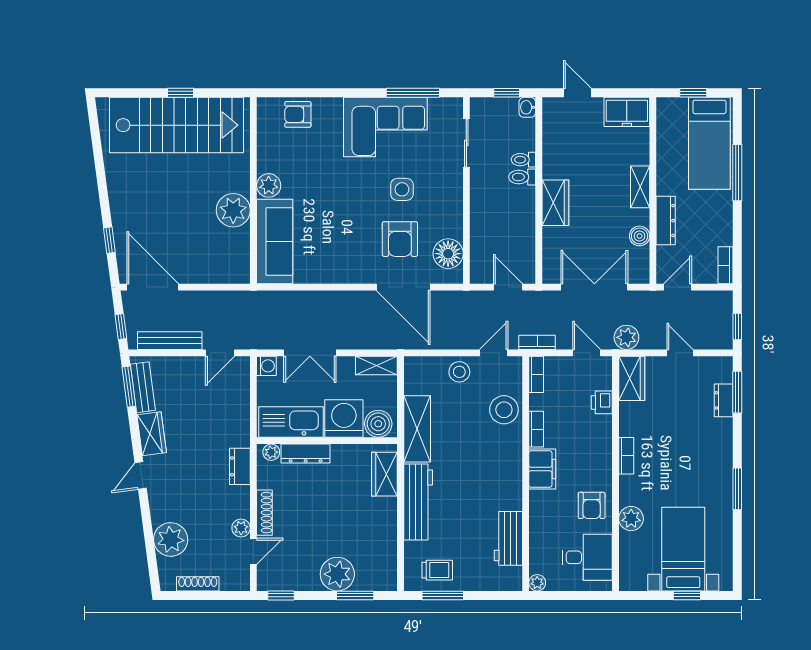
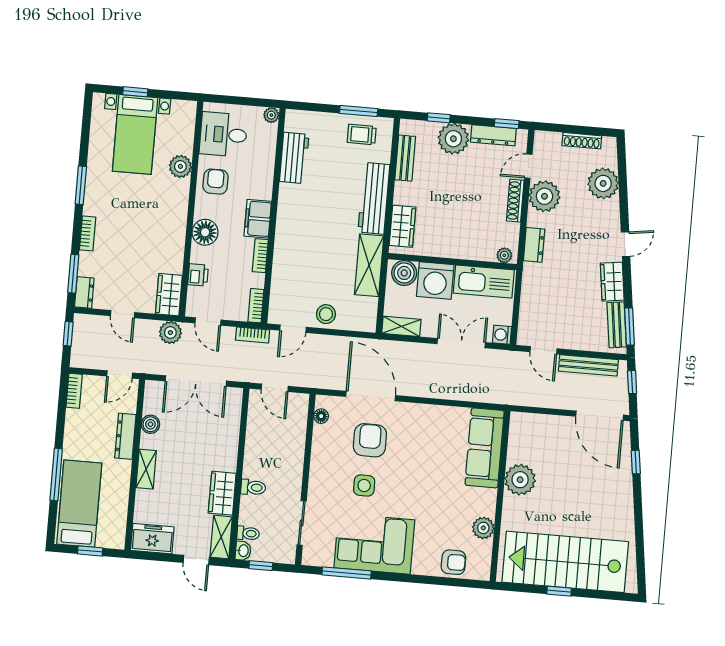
shelving: (552, 120) -> (221, 537), added
toilet: (523, 160) -> (248, 533), moved
plant: (269, 185) -> (483, 528), moved
wardrobe: (555, 203) -> (222, 493), moved
floor lamp: (448, 254) -> (321, 416), width x0.53, depth x0.53
door: (220, 353) -> (543, 350), swing flipped
dresser: (724, 400) -> (84, 293), moved
stool: (504, 410) -> (288, 276), removed
floor lamp: (598, 449) -> (205, 232), added
dresser: (306, 454) -> (493, 135), moved, turned 180
bookcase: (626, 456) -> (88, 233), moved, turned 180
plant: (241, 528) -> (544, 196), width x1.87, depth x1.87
bench: (388, 549) -> (405, 158), added
window: (355, 595) -> (439, 118), width x0.67

